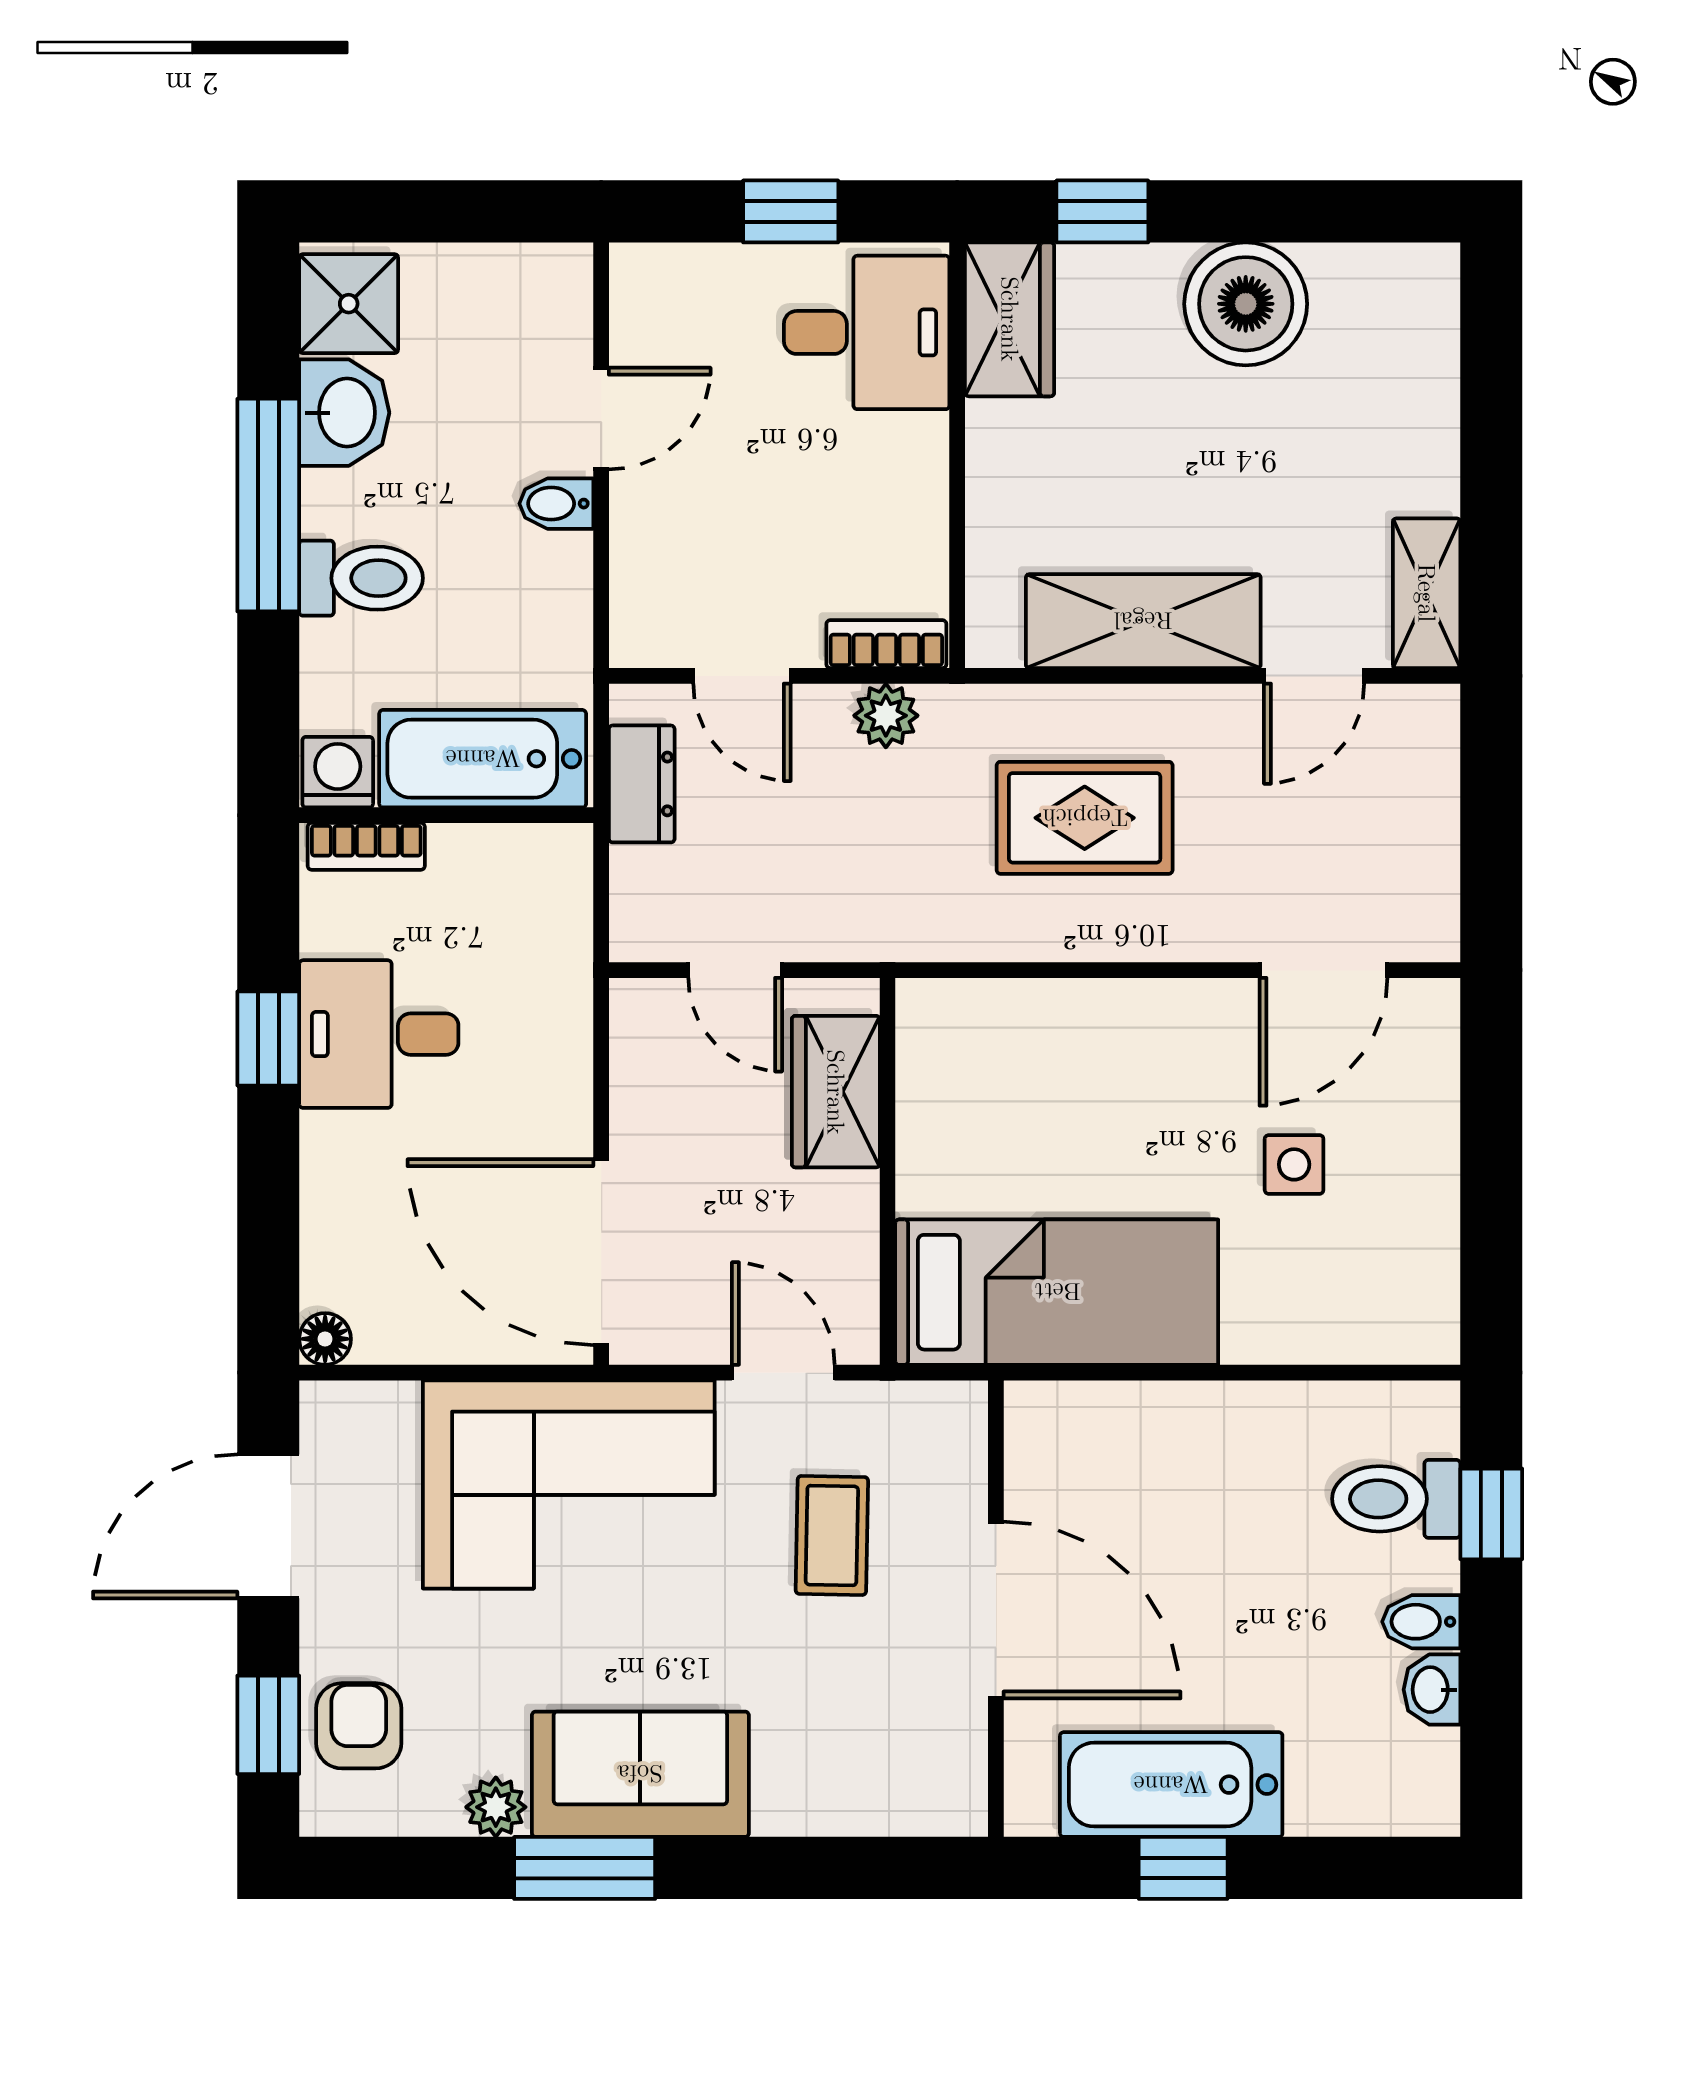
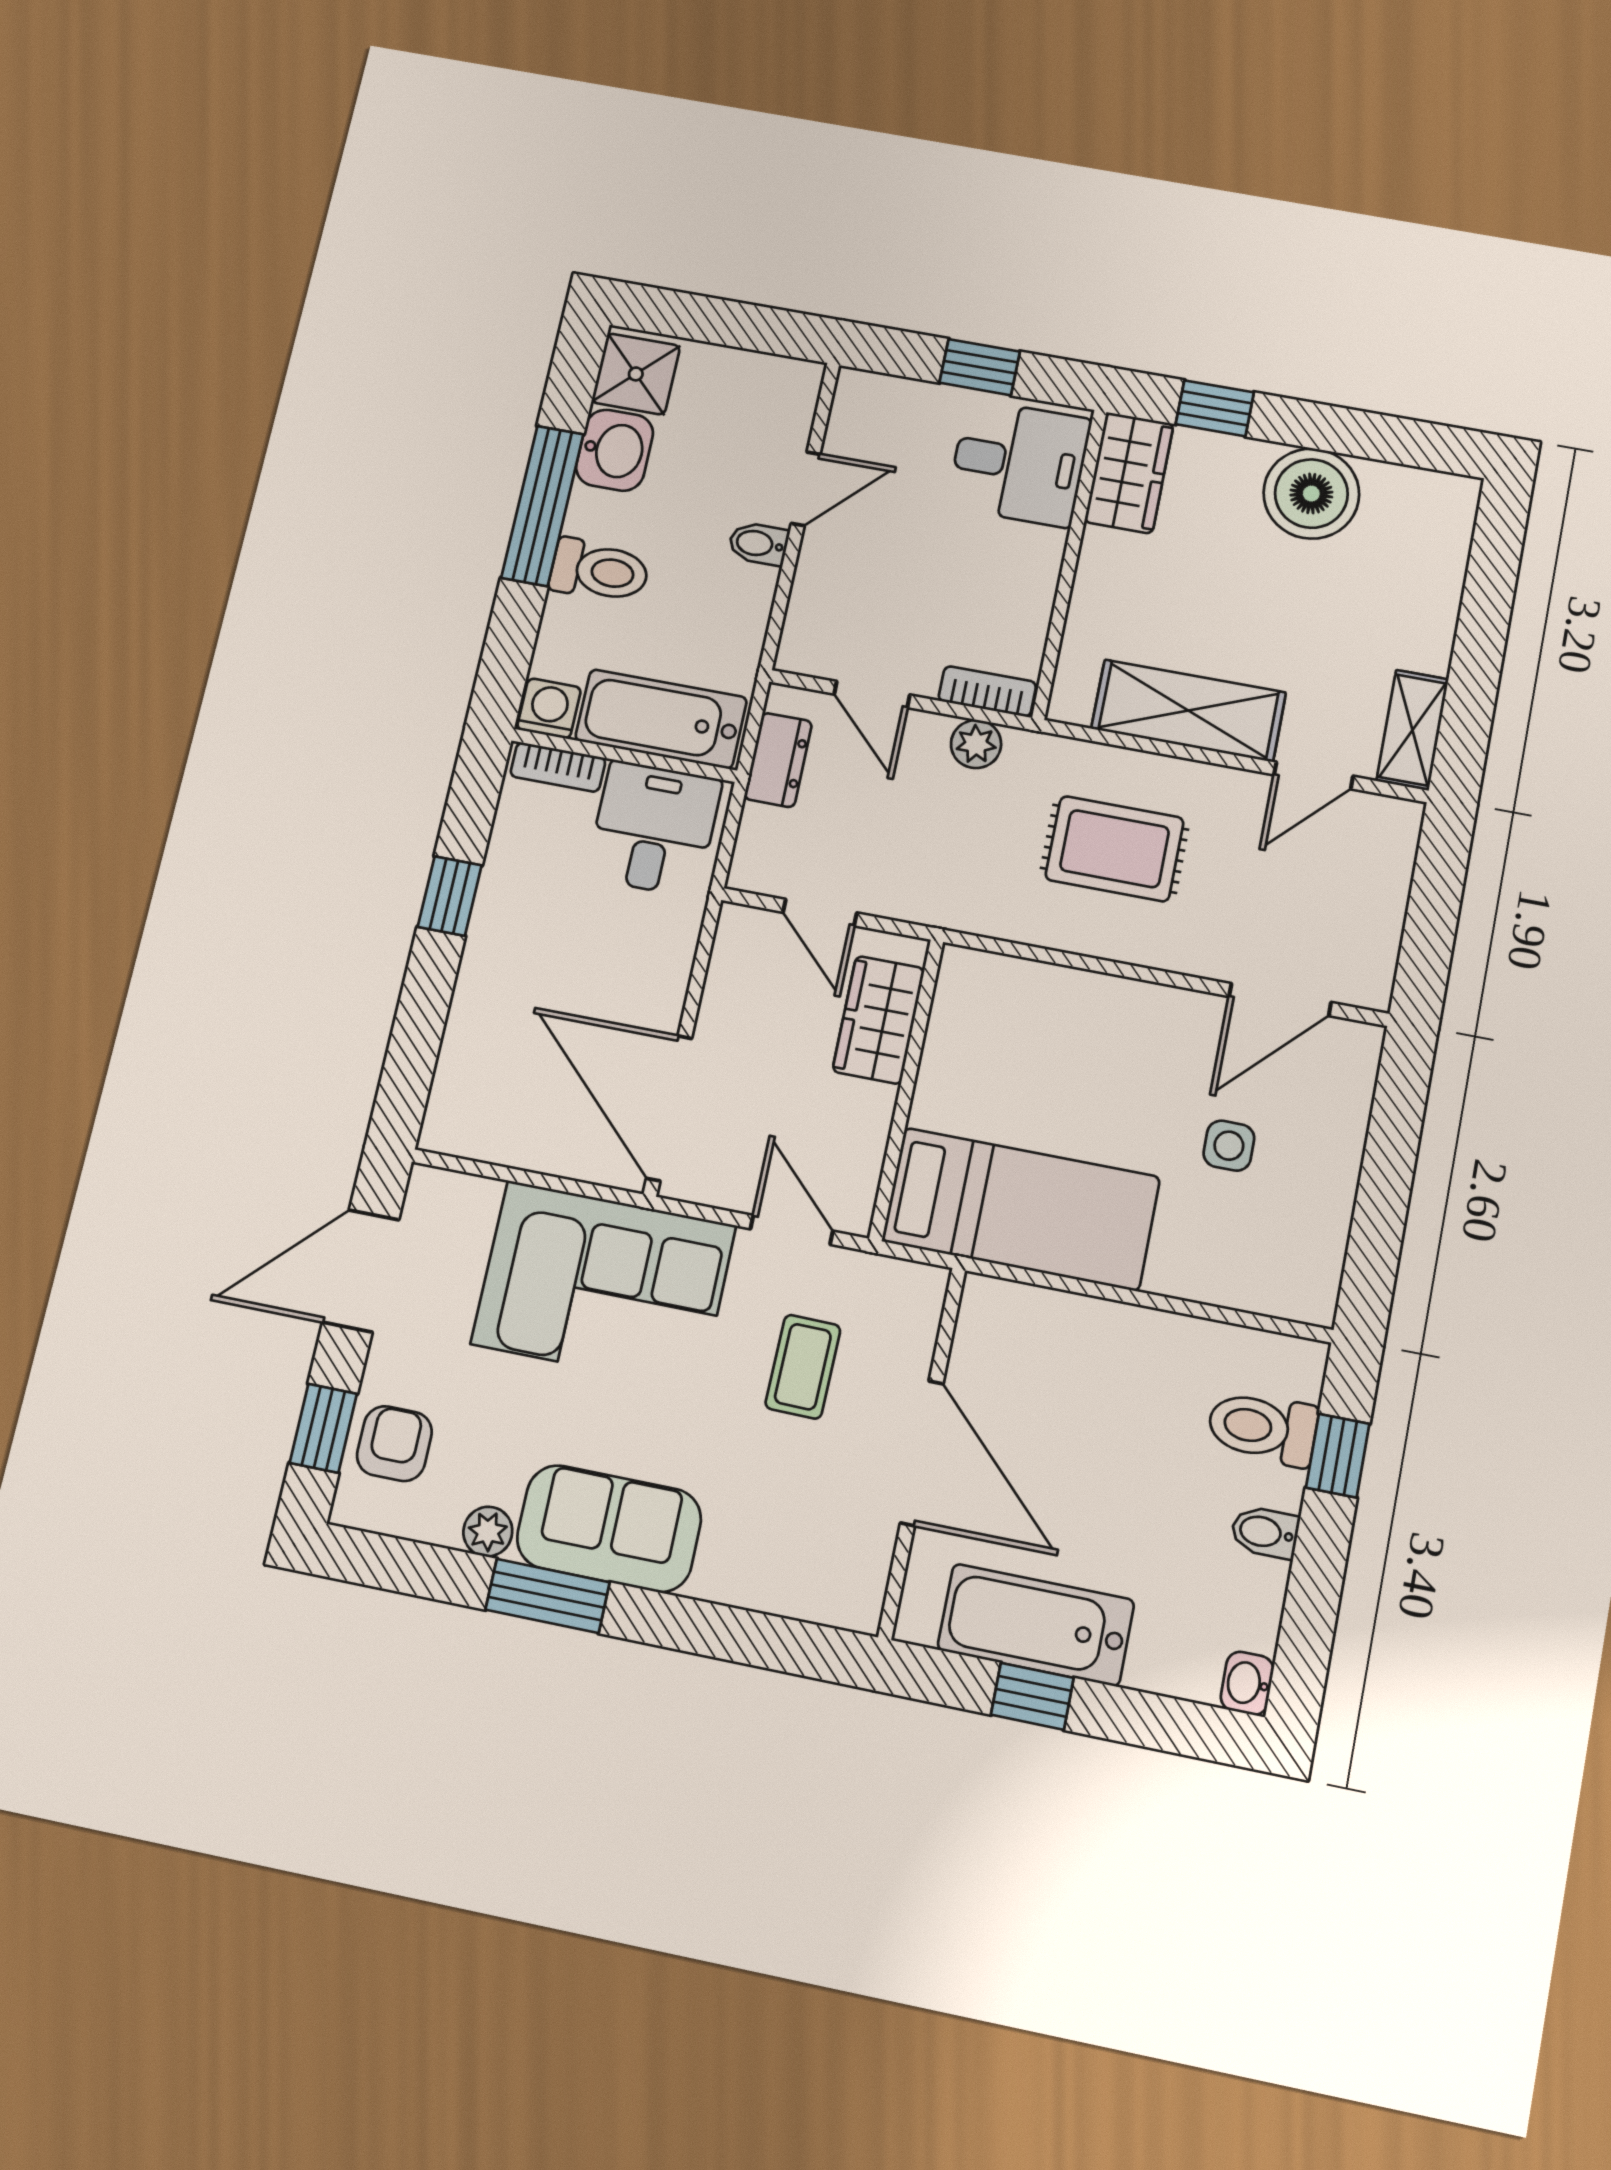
desk: (379, 1034) -> (654, 829), moved, turned 90
floor lamp: (325, 1339) -> (439, 1133), removed
washbasin: (1432, 1690) -> (1247, 1683), moved

